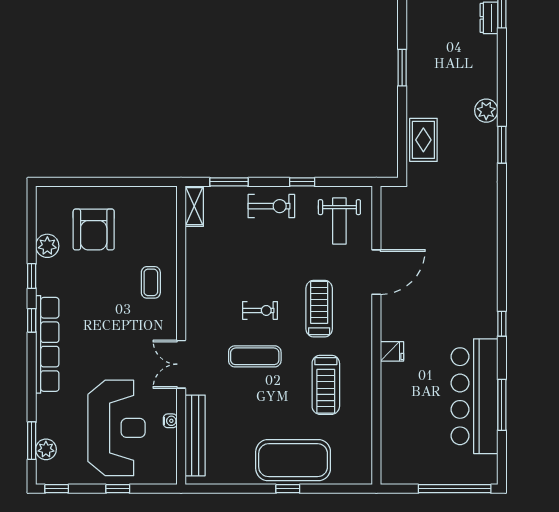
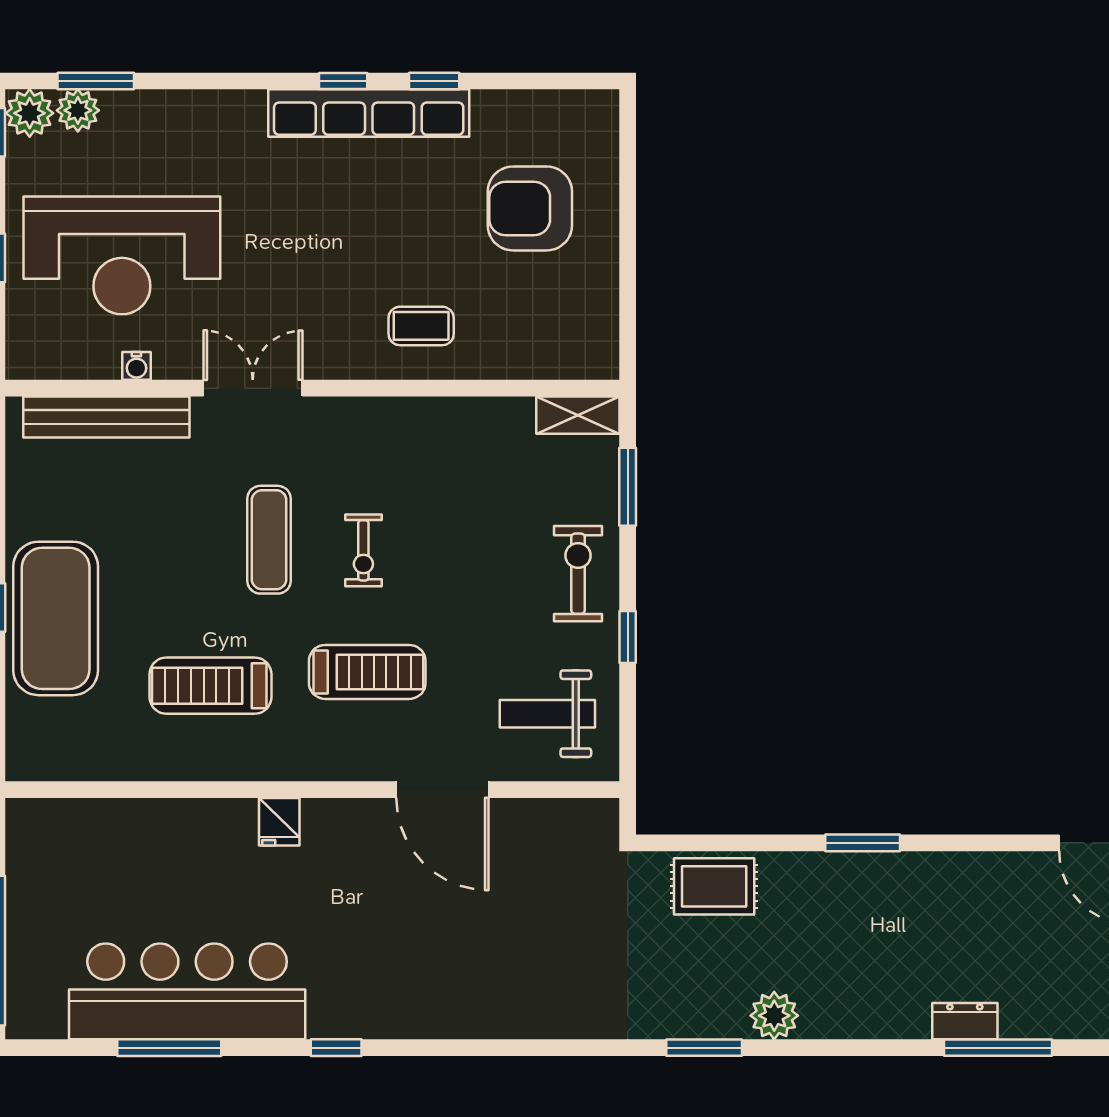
exercise bike: (271, 206) -> (578, 574), turned 180
plant: (47, 246) -> (30, 113), moved
row of seats: (47, 344) -> (369, 113), moved

